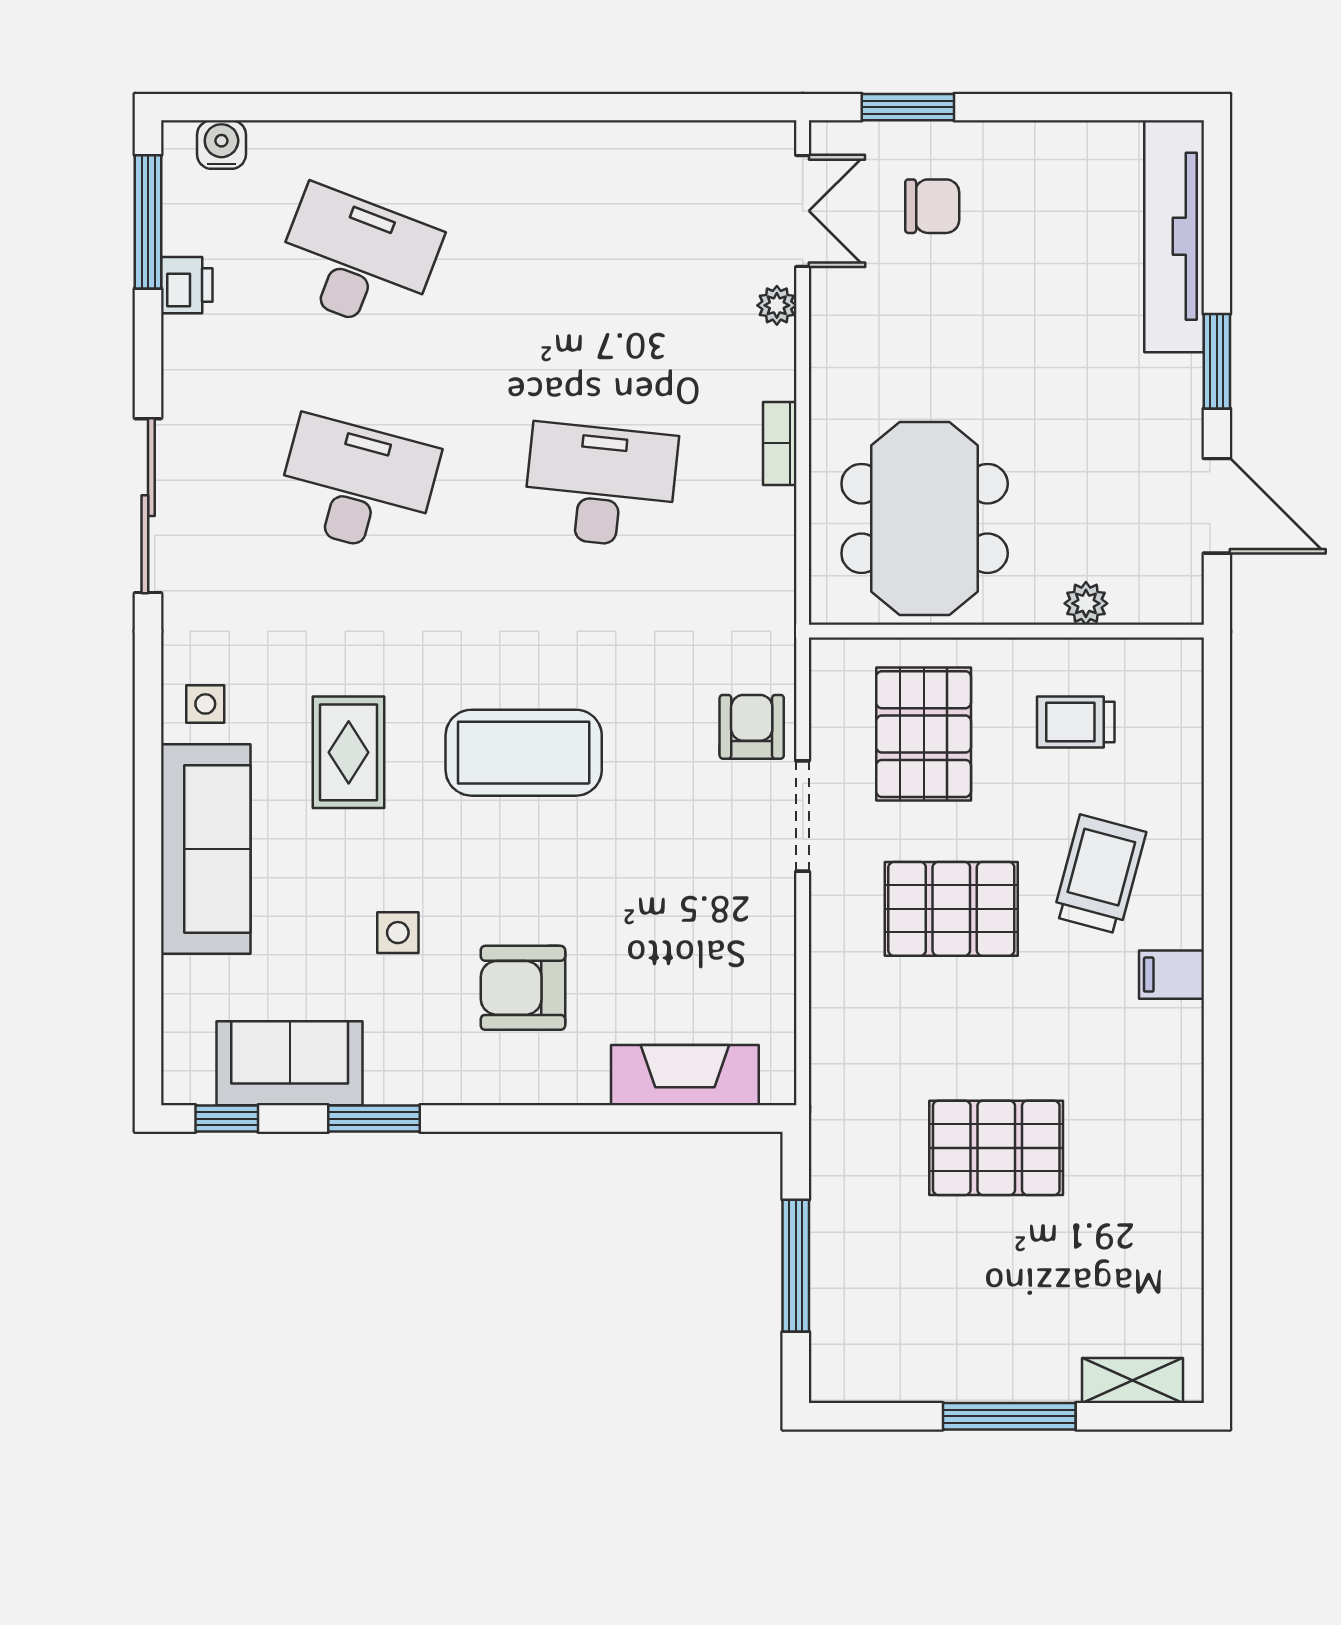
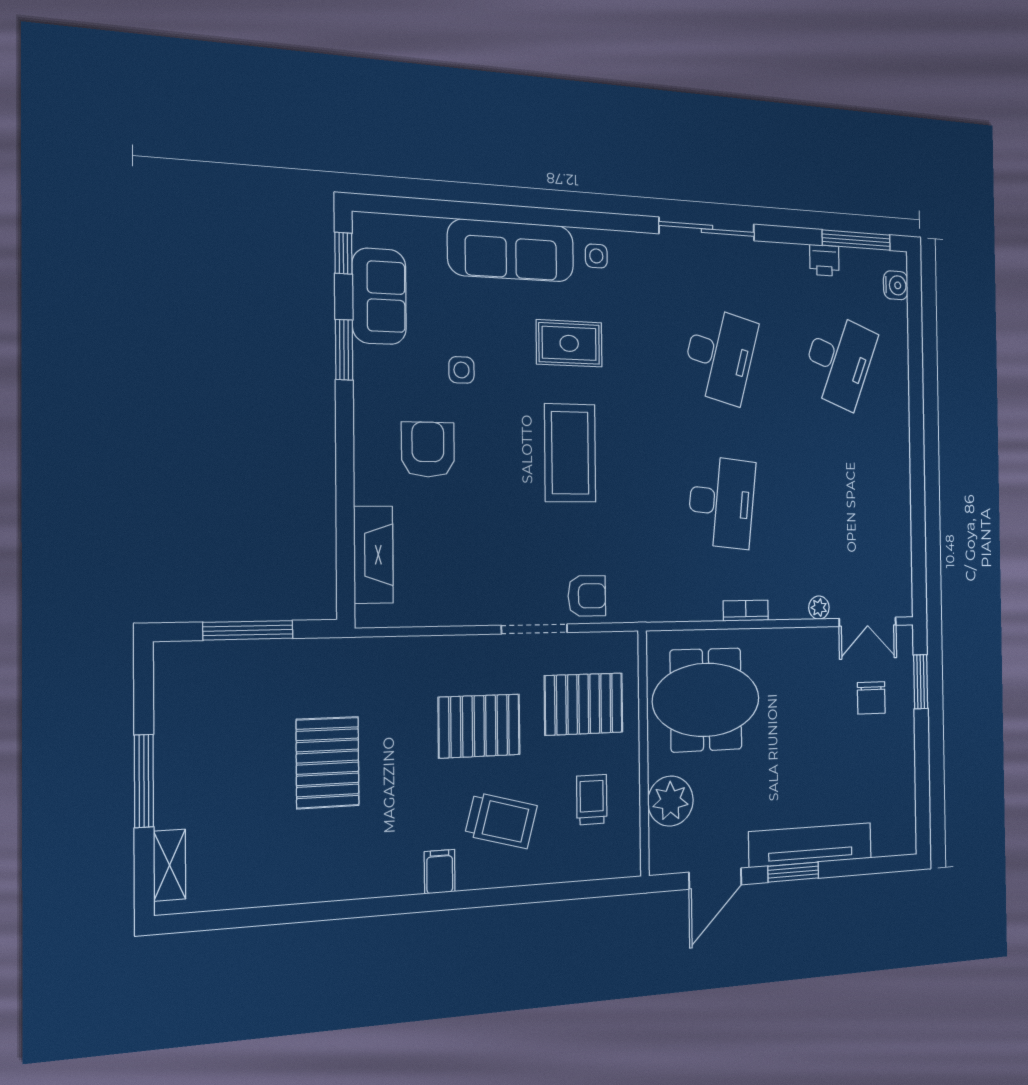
tv unit: (1174, 236) -> (810, 845), moved
plant: (1086, 603) -> (670, 801), width x1.88, depth x1.88
pallet: (951, 909) -> (479, 726), turned 90

